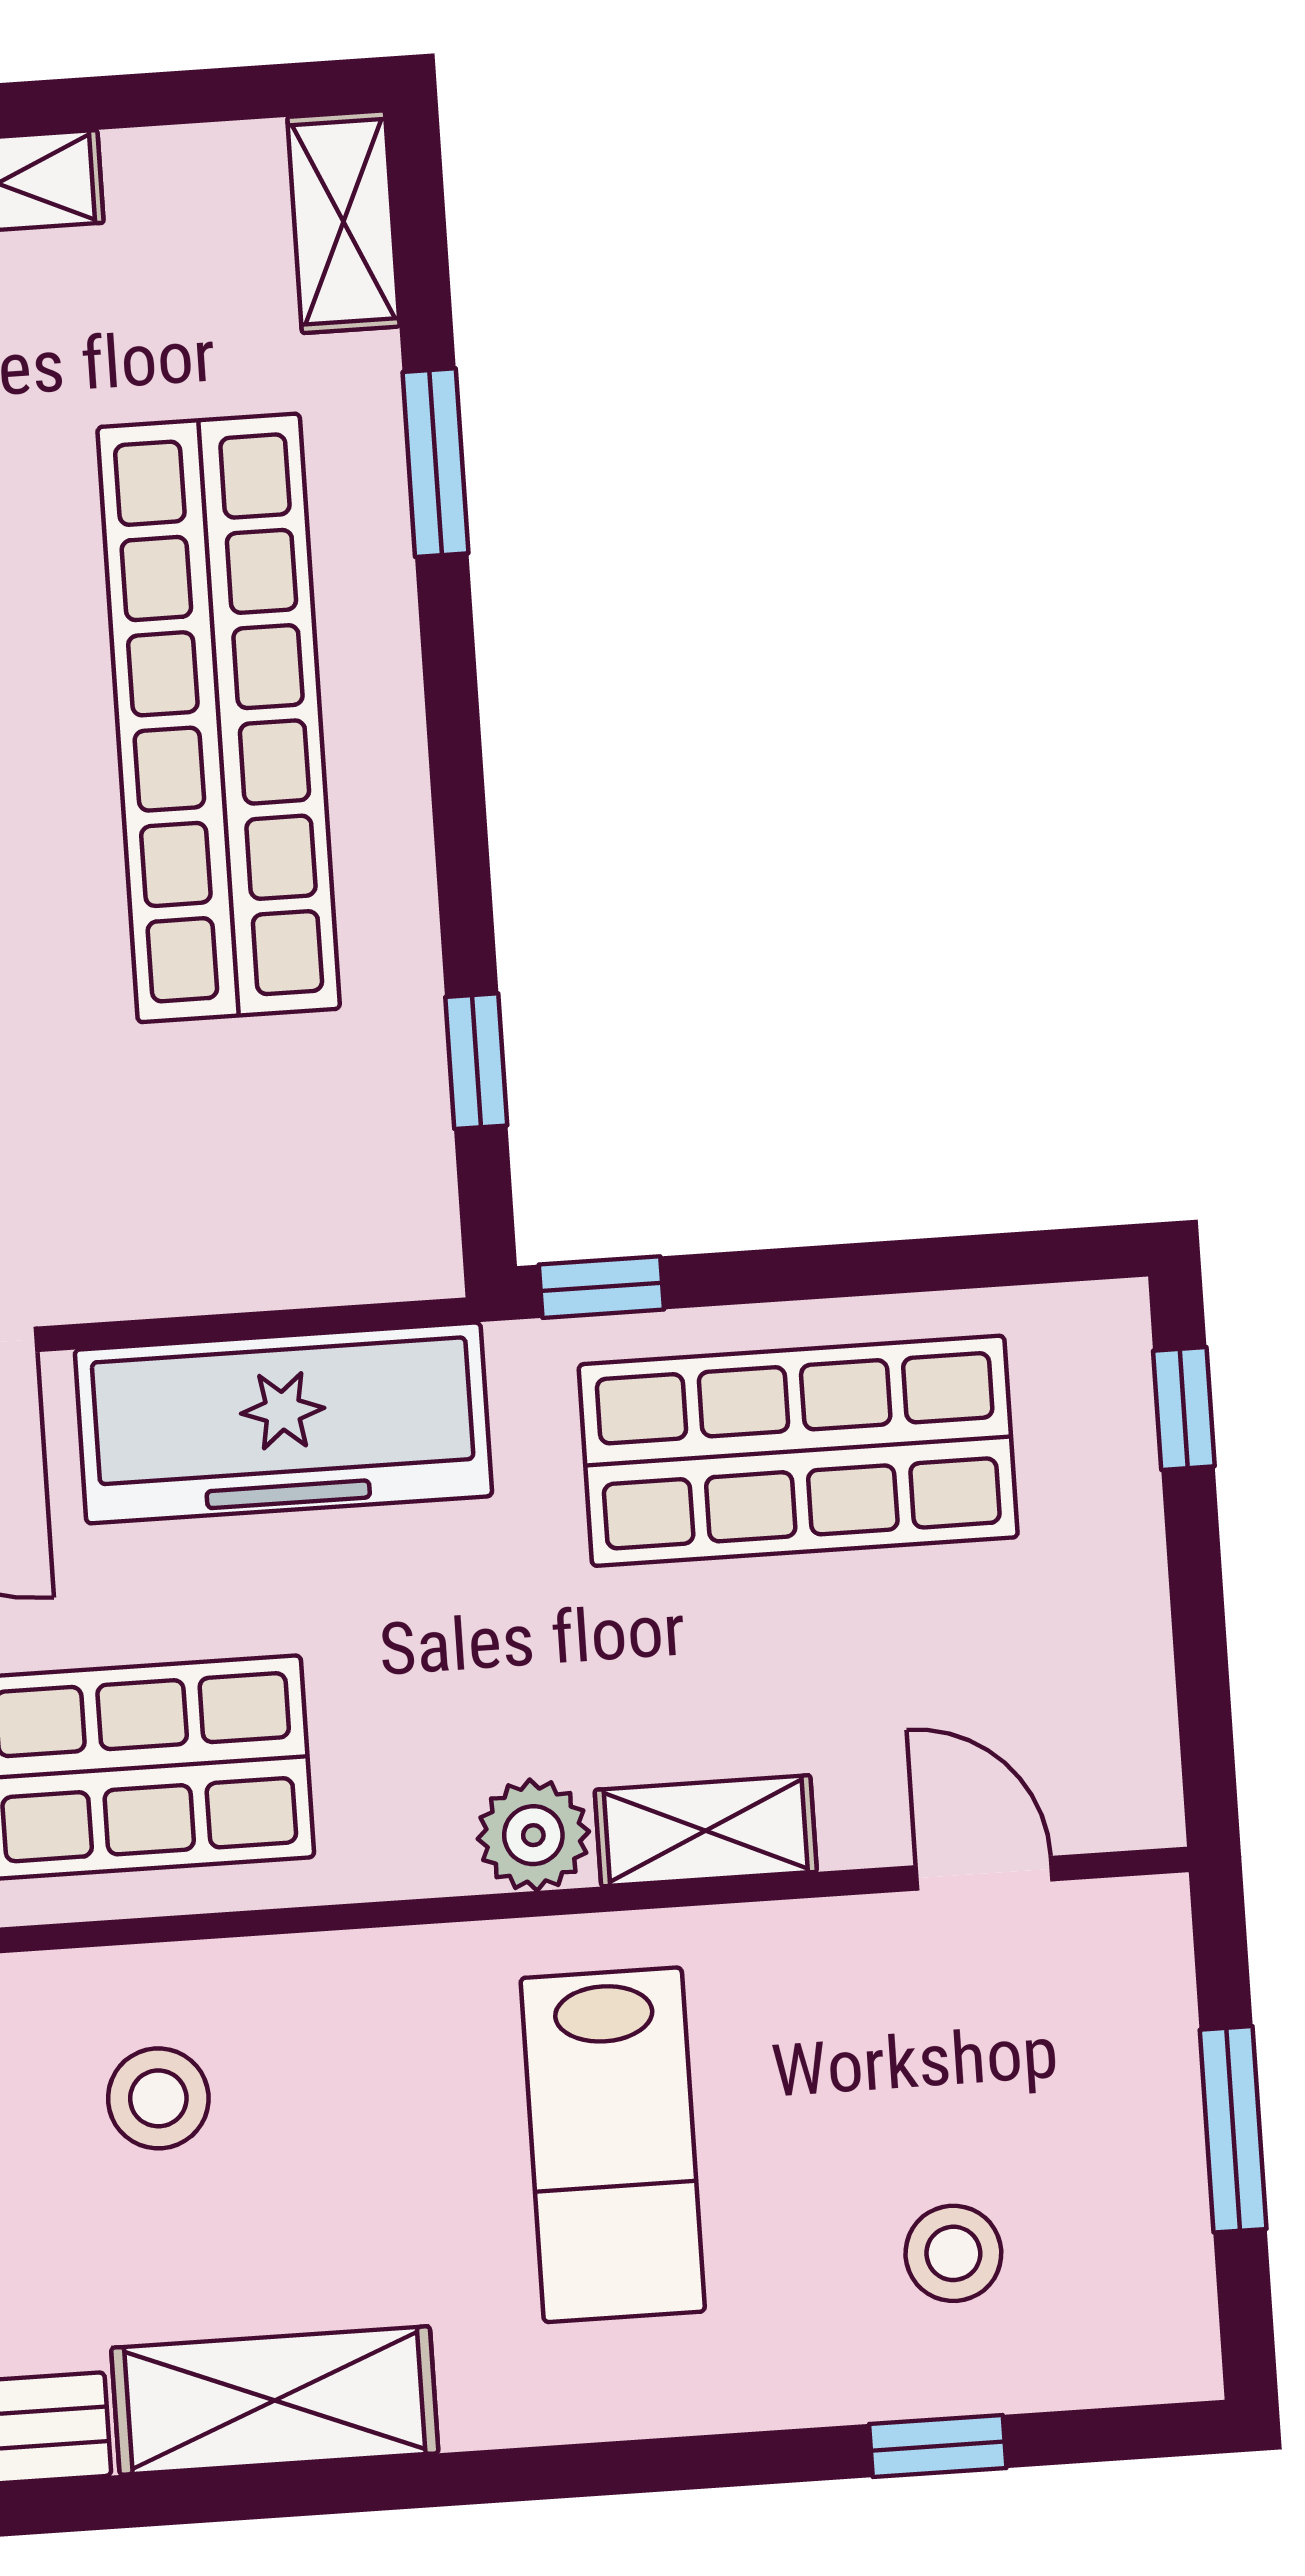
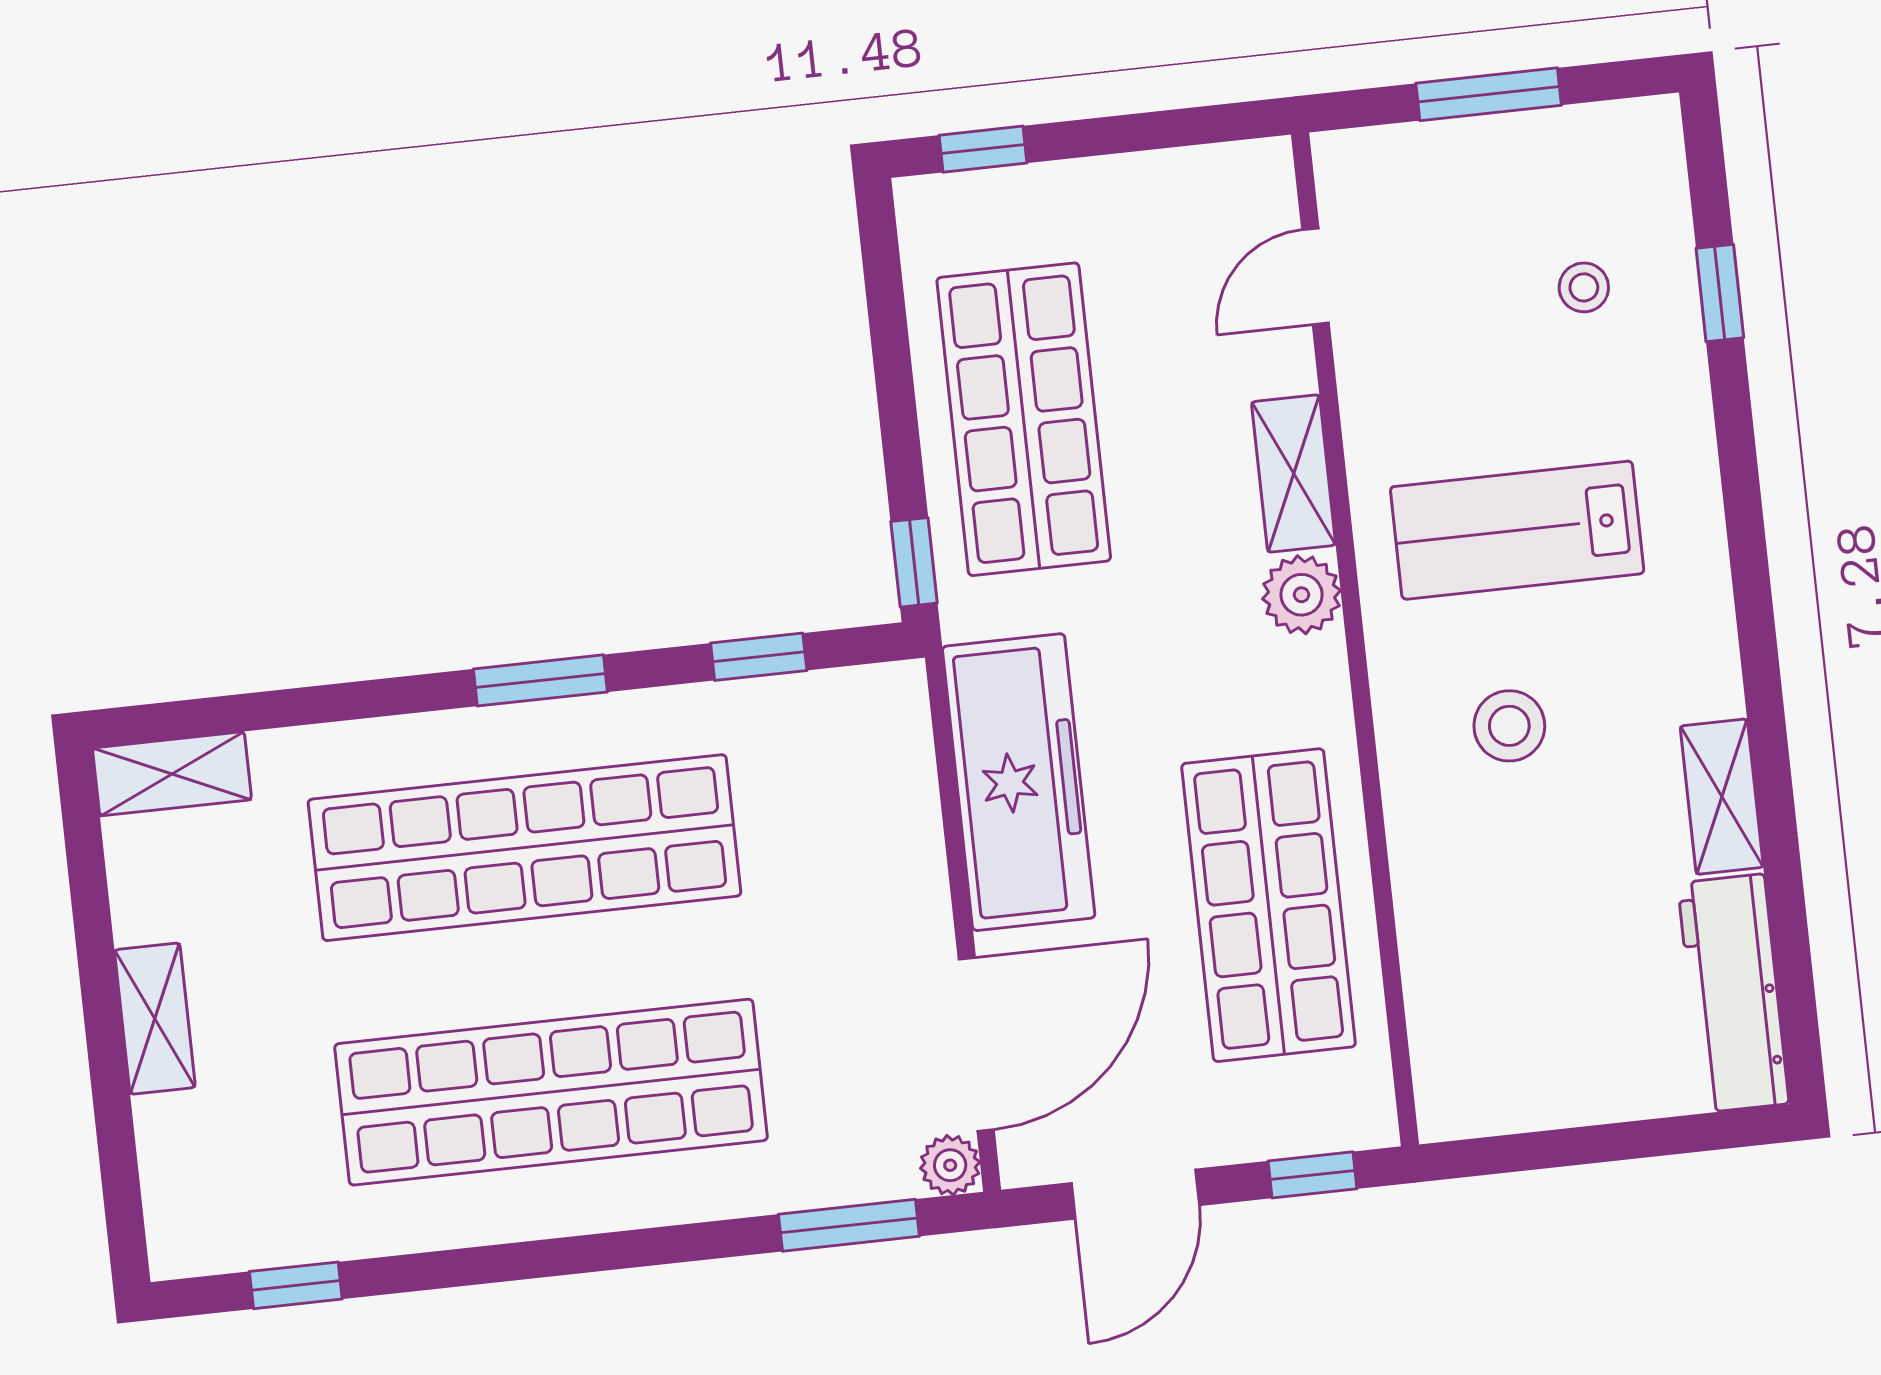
window: (435, 463) -> (540, 680), moved
stool: (158, 2098) -> (1509, 726), moved
lab bench: (613, 2145) -> (1517, 530), turned 180
stool: (953, 2253) -> (1584, 287), width x0.73, depth x0.73
shelving: (275, 2401) -> (1722, 797), width x0.67, depth x0.75

